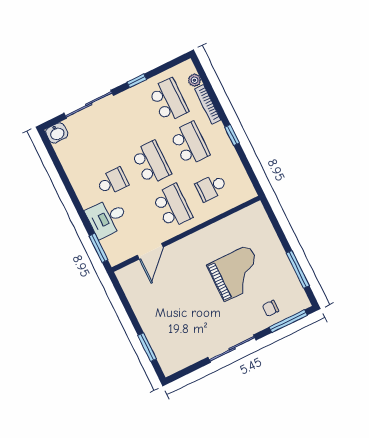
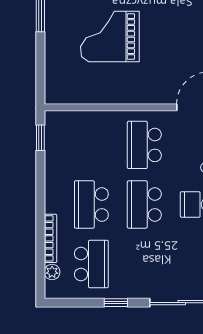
school desk: (169, 100) -> (91, 264), turned 180
window: (232, 135) -> (40, 138), moved
school desk: (211, 187) -> (91, 145), removed

